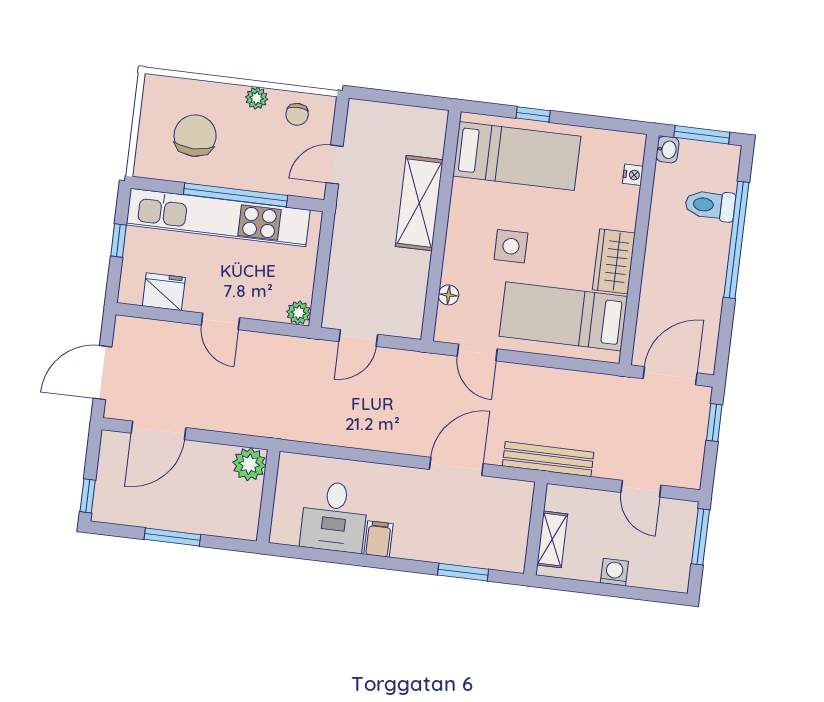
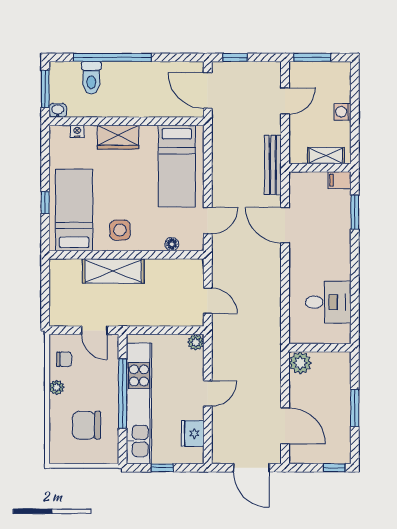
side table: (511, 246) -> (120, 230), moved
wardrobe: (614, 261) -> (118, 137), moved
filing cabinet: (378, 539) -> (340, 180), moved

